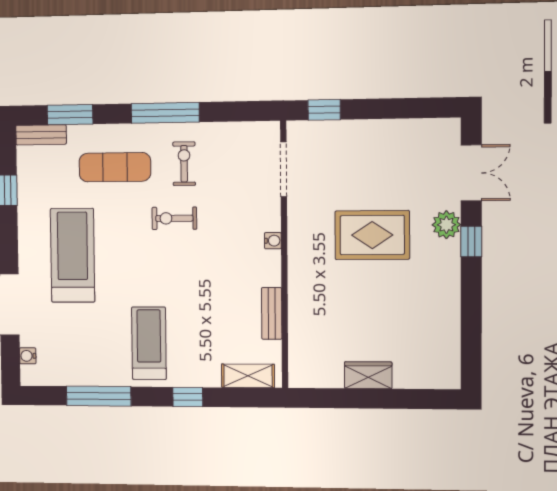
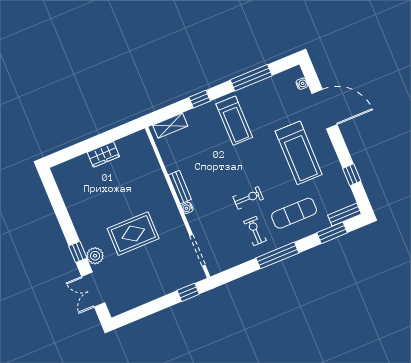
exercise bike: (184, 164) -> (255, 231), turned 180
bench: (272, 313) -> (180, 187), moved

